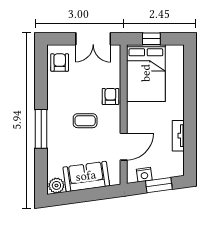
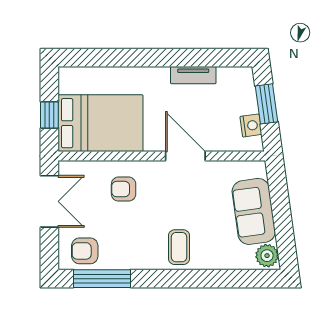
armchair: (110, 96) -> (124, 189), moved
coffee table: (85, 121) -> (179, 247), moved
window: (41, 129) -> (102, 279), moved
door: (124, 147) -> (185, 156), moved

